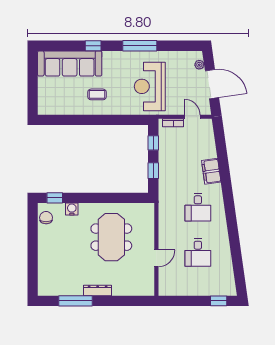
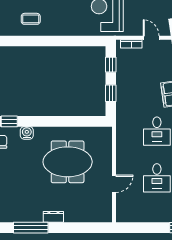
coffee table: (97, 94) -> (31, 19), moved
meeting table: (111, 237) -> (68, 162), turned 90
dresser: (98, 290) -> (53, 217), width x0.70

